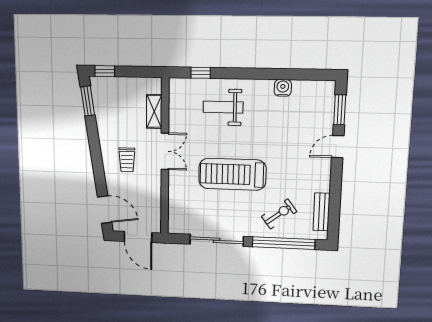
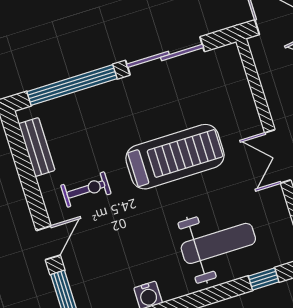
weight bench: (223, 107) -> (218, 243), width x1.36, depth x1.33
exercise bike: (279, 214) -> (86, 189), moved, turned -143

